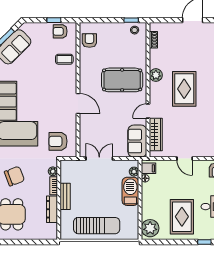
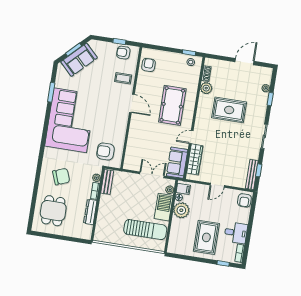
plant: (156, 75) -> (206, 88), moved
pool table: (122, 80) -> (172, 105), turned 90
rug: (184, 89) -> (229, 110), moved, turned 90
door: (78, 104) -> (132, 103), moved
double door: (99, 159) -> (152, 175), moved
door: (185, 159) -> (217, 185), hinge flipped
bench: (65, 196) -> (107, 182), moved
sun lounger: (97, 226) -> (145, 230), moved
plant: (150, 228) -> (181, 210), moved

